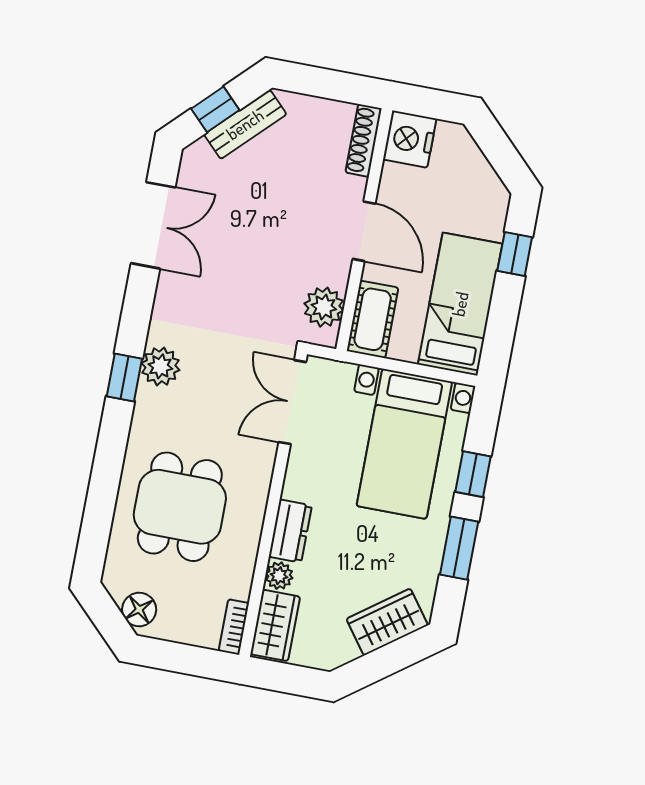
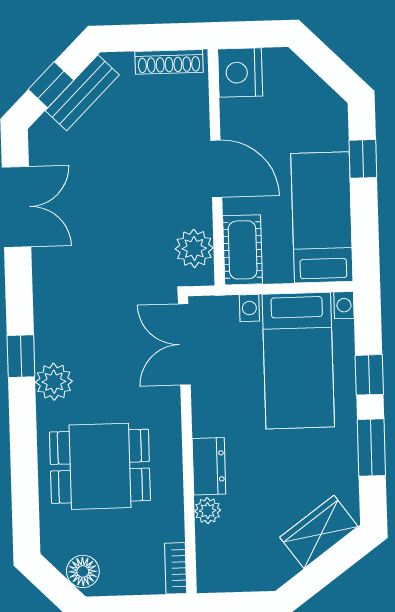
shoe rack: (364, 140) -> (169, 62), moved, turned -90
plant: (160, 366) -> (54, 382), moved
dining table: (180, 507) -> (100, 466), turned 90
wardrobe: (275, 625) -> (214, 558), removed

